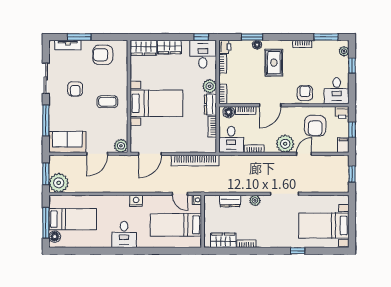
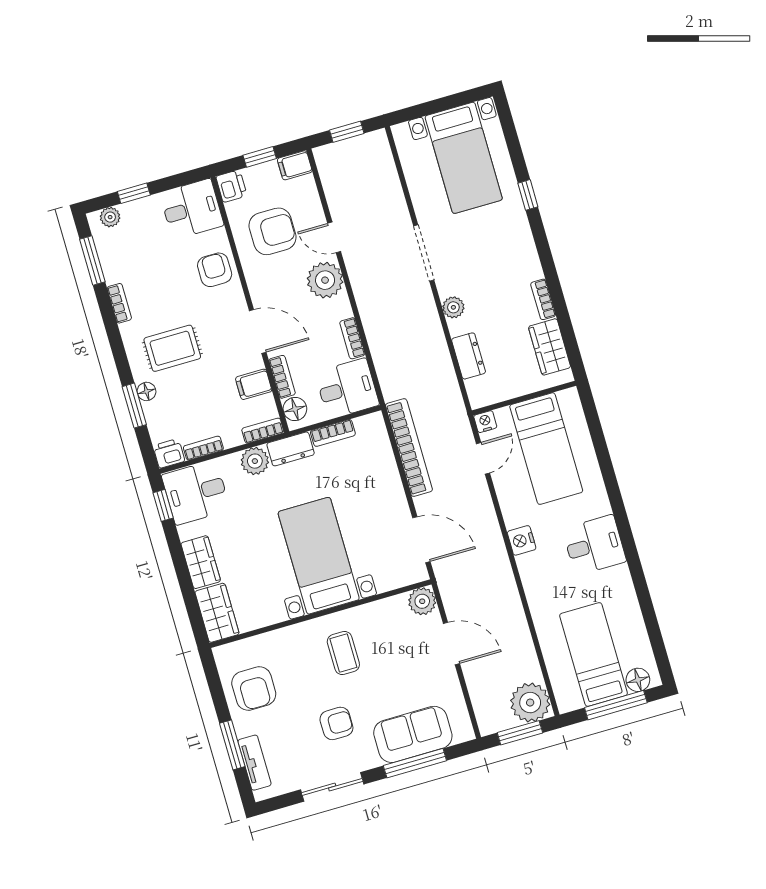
armchair: (305, 93) -> (215, 270), turned 90
filing cabinet: (246, 96) -> (254, 384), added
sofa: (67, 142) -> (413, 734), moved, turned 90

